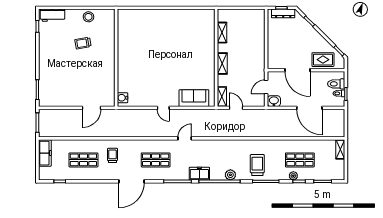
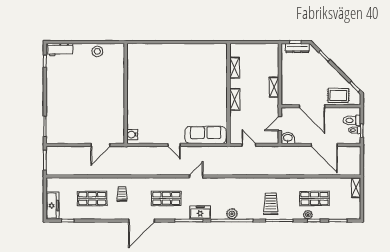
trolley: (83, 43) -> (92, 78), removed
shelving: (222, 97) -> (274, 87), moved
sofa: (194, 98) -> (206, 135), width x1.36
freezer: (45, 153) -> (52, 206), moved
freezer: (199, 174) -> (200, 213), moved
plant: (230, 175) -> (232, 214), moved

